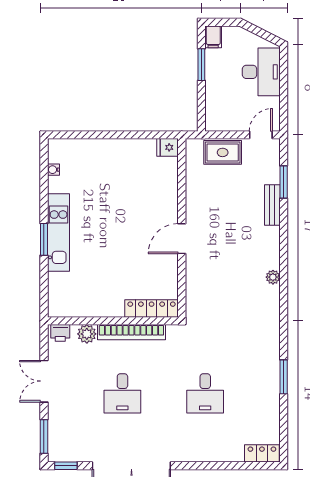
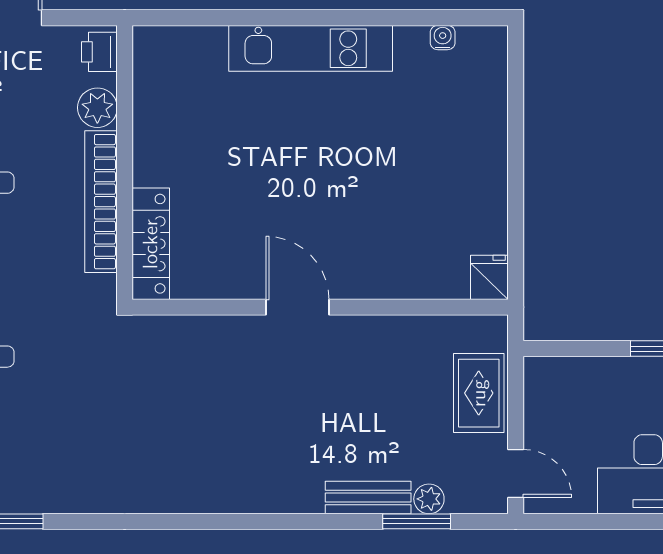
window: (44, 239) -> (296, 18), removed
plant: (273, 277) -> (429, 499), moved

